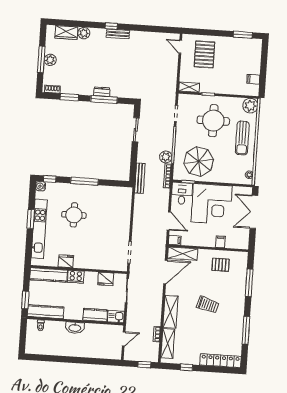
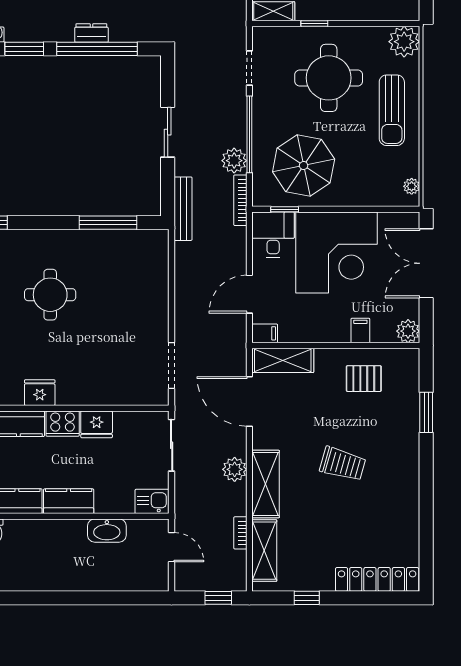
window: (104, 99) -> (97, 49), width x1.46
sliding door: (136, 130) -> (168, 132), moved
window: (84, 181) -> (108, 223), moved
door: (169, 221) -> (249, 294), swing flipped
plant: (243, 244) -> (408, 331), added
door: (165, 272) -> (249, 401), swing flipped
fridge: (106, 279) -> (97, 424), moved
window: (249, 283) -> (426, 412), width x0.69
plant: (156, 304) -> (235, 469), added
kitchen counter: (95, 315) -> (69, 501), moved
washbasin: (75, 328) -> (107, 531), moved
window: (246, 330) -> (426, 512), removed
door: (124, 339) -> (172, 547), hinge flipped

